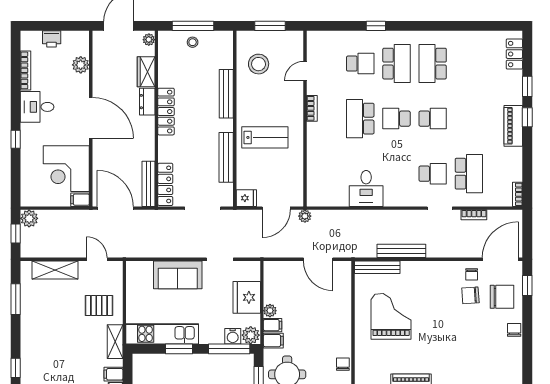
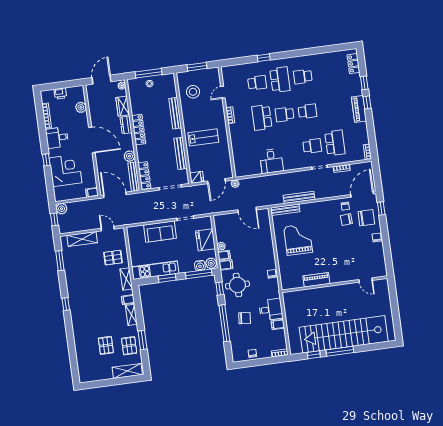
school desk: (433, 64) -> (303, 77), width x0.54
plant: (146, 151) -> (129, 156), added
corner desk: (66, 169) -> (66, 170), moved, turned 180

